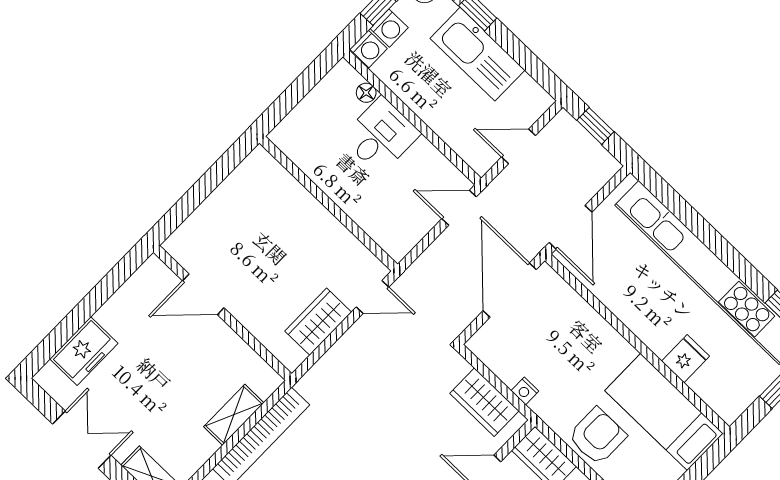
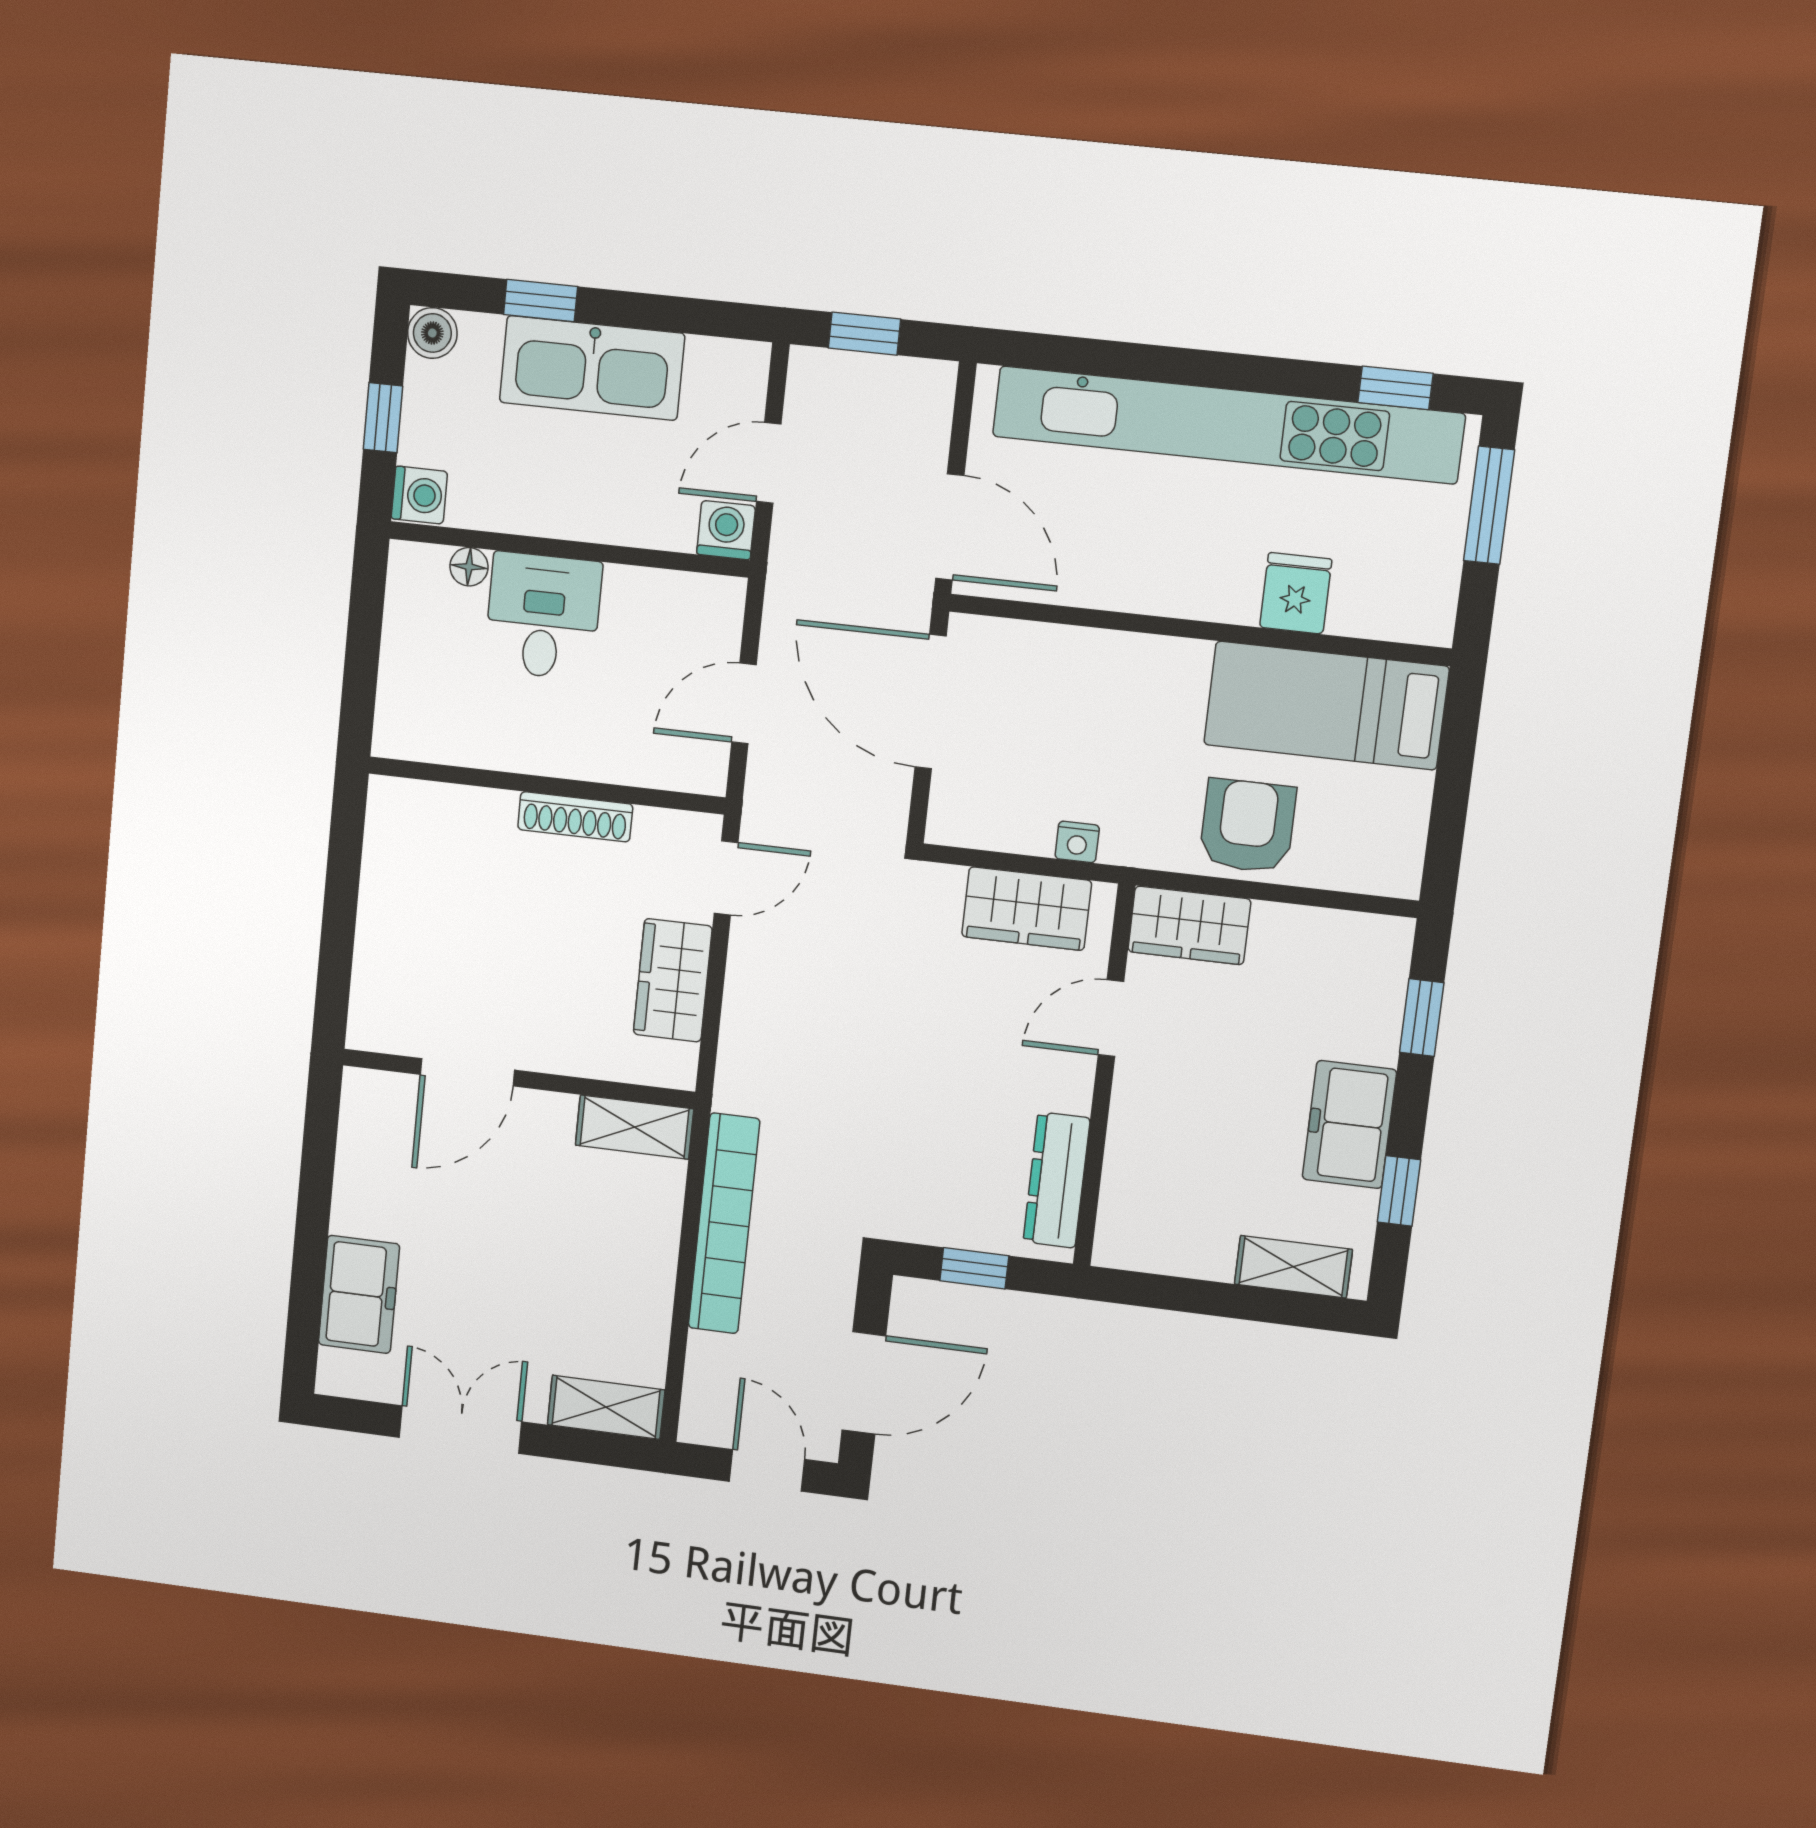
washing machine: (389, 28) -> (726, 530), moved, turned -90
door: (459, 208) -> (744, 704), moved
shoe rack: (330, 225) -> (575, 817), added
shelving: (234, 415) -> (634, 1127), moved, turned 90

